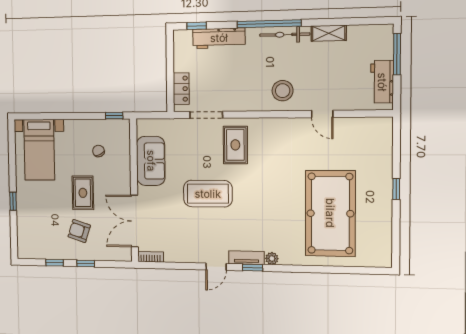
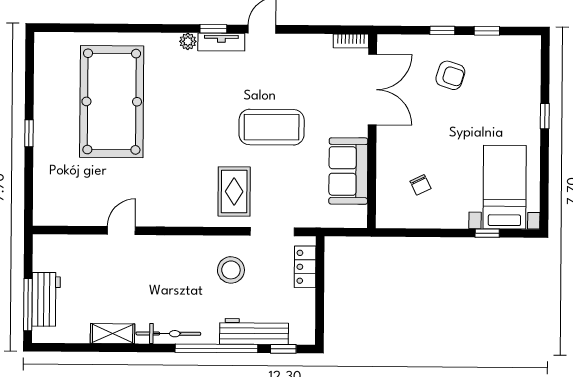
window: (269, 24) -> (216, 348), moved
workbench: (382, 82) -> (46, 299), moved
stool: (283, 91) -> (231, 270), moved
door: (322, 114) -> (121, 231), hinge flipped
window: (114, 116) -> (487, 233), moved
rug: (83, 193) -> (444, 128), removed

